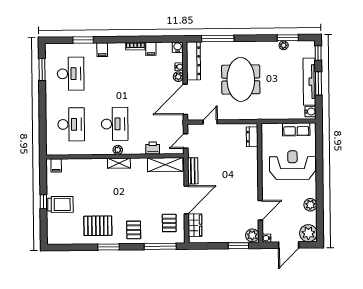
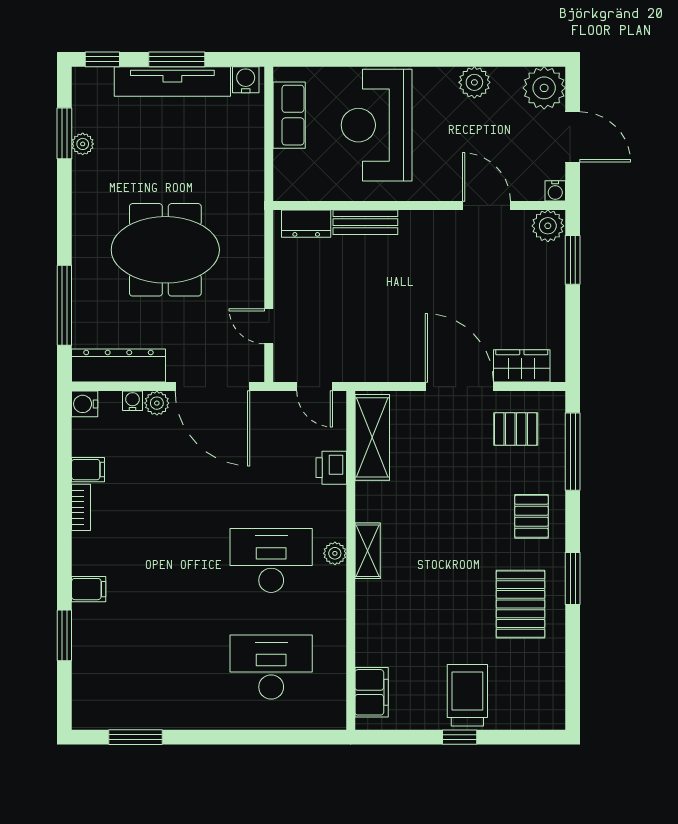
desk: (71, 74) -> (147, 667), removed
filing cabinet: (56, 166) -> (372, 692), width x2.00
bench: (193, 171) -> (365, 222), moved
pallet: (134, 230) -> (531, 516), turned 90

